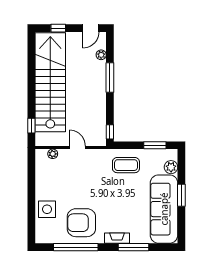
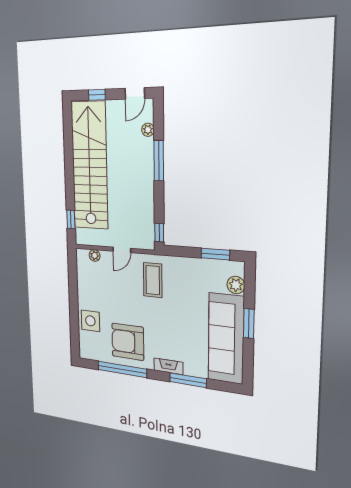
door: (77, 147) -> (122, 250), swing flipped
coffee table: (126, 165) -> (153, 280), moved, turned 90

